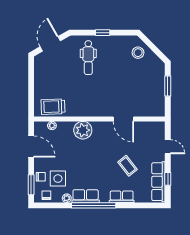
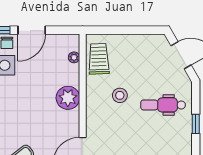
stool: (81, 91) -> (120, 95), added
door: (31, 146) -> (32, 30), moved

